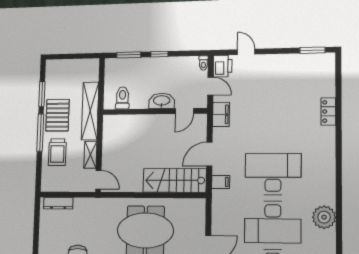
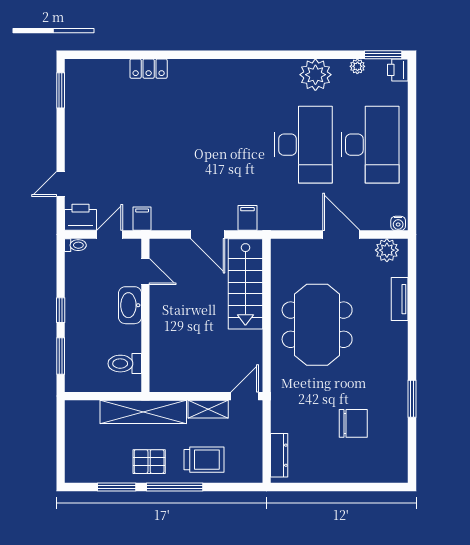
filing cabinet: (221, 114) -> (142, 219), width x0.50
pallet: (57, 115) -> (149, 462), width x0.67, depth x0.71
desk: (273, 174) -> (236, 145), removed
plant: (324, 217) -> (315, 75), moved

